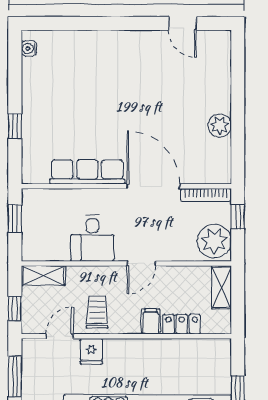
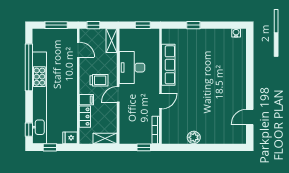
door: (153, 186) -> (160, 101), width x0.53
desk: (92, 238) -> (132, 68), width x1.37
plant: (214, 241) -> (130, 134), removed
door: (141, 263) -> (118, 94), hinge flipped
trolley: (97, 312) -> (99, 80), moved
fridge: (91, 351) -> (70, 138), moved

